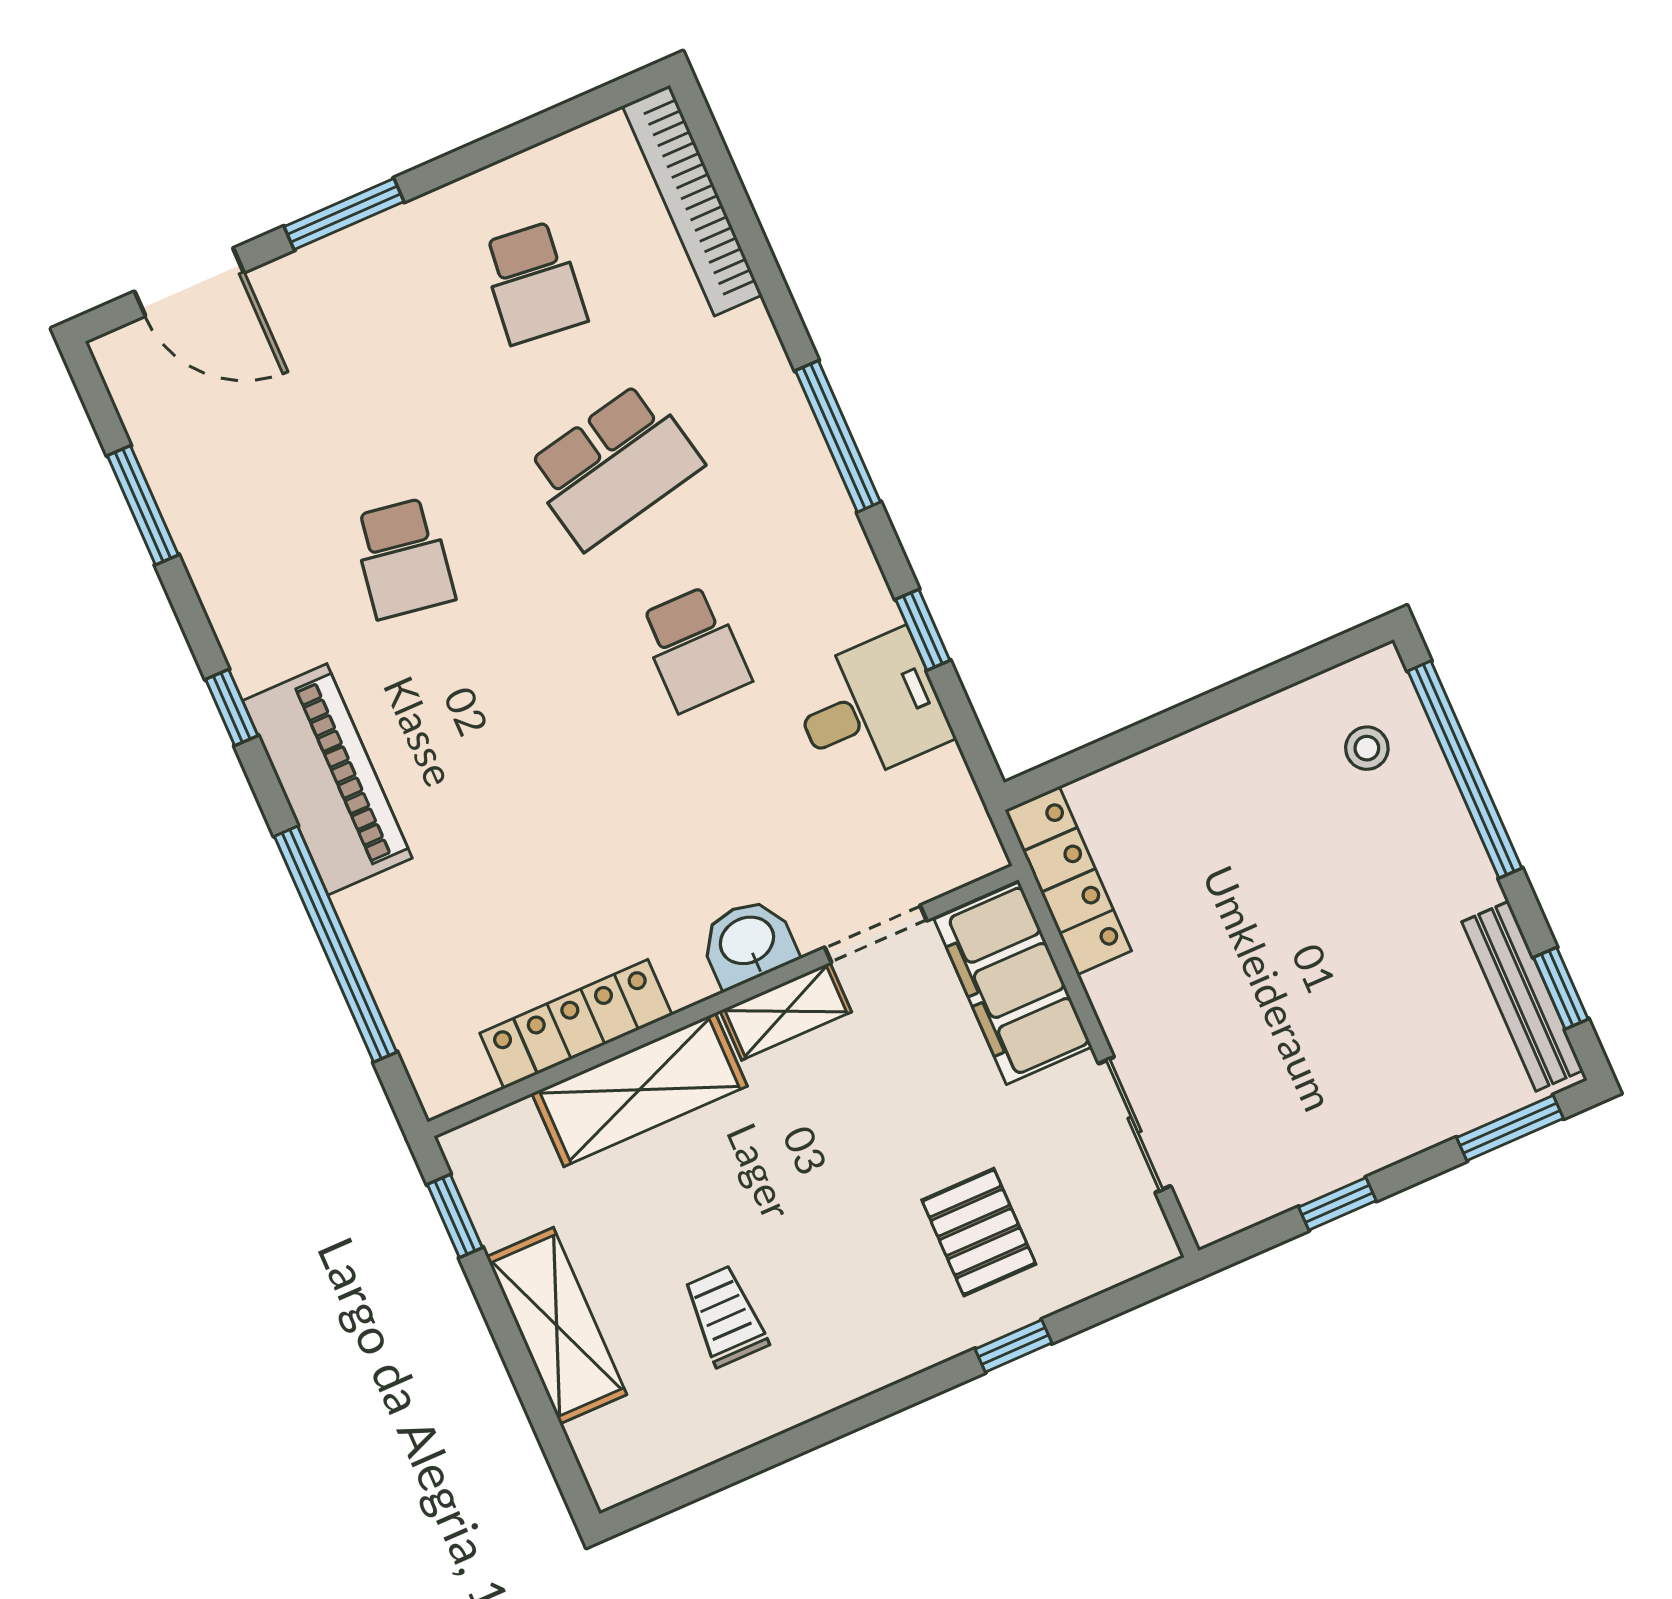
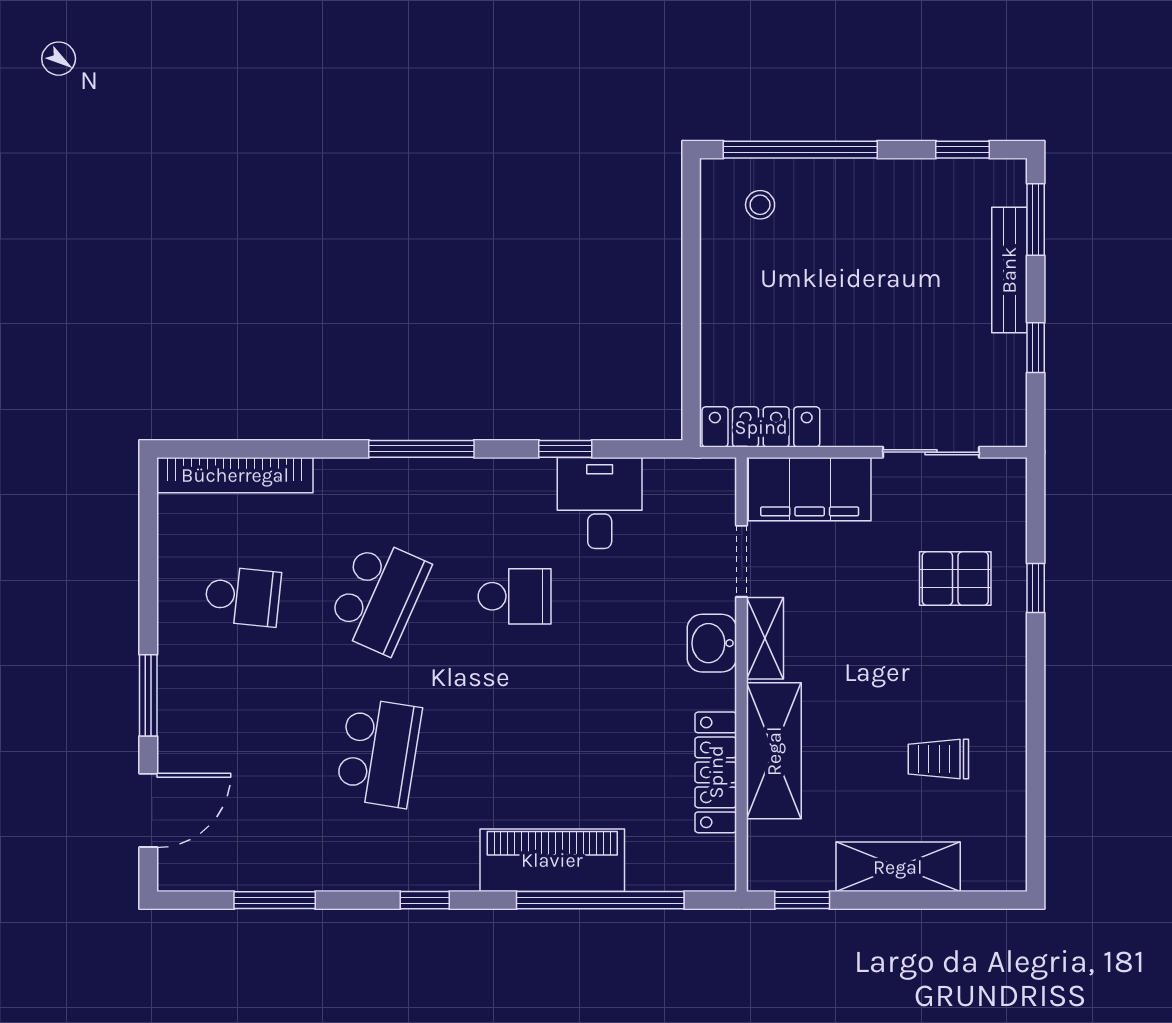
school desk: (614, 466) -> (379, 596), turned 36
school desk: (403, 558) -> (379, 753), width x1.85
piano: (327, 779) -> (552, 860), moved
bench: (1522, 996) -> (1009, 270), moved, turned 90

